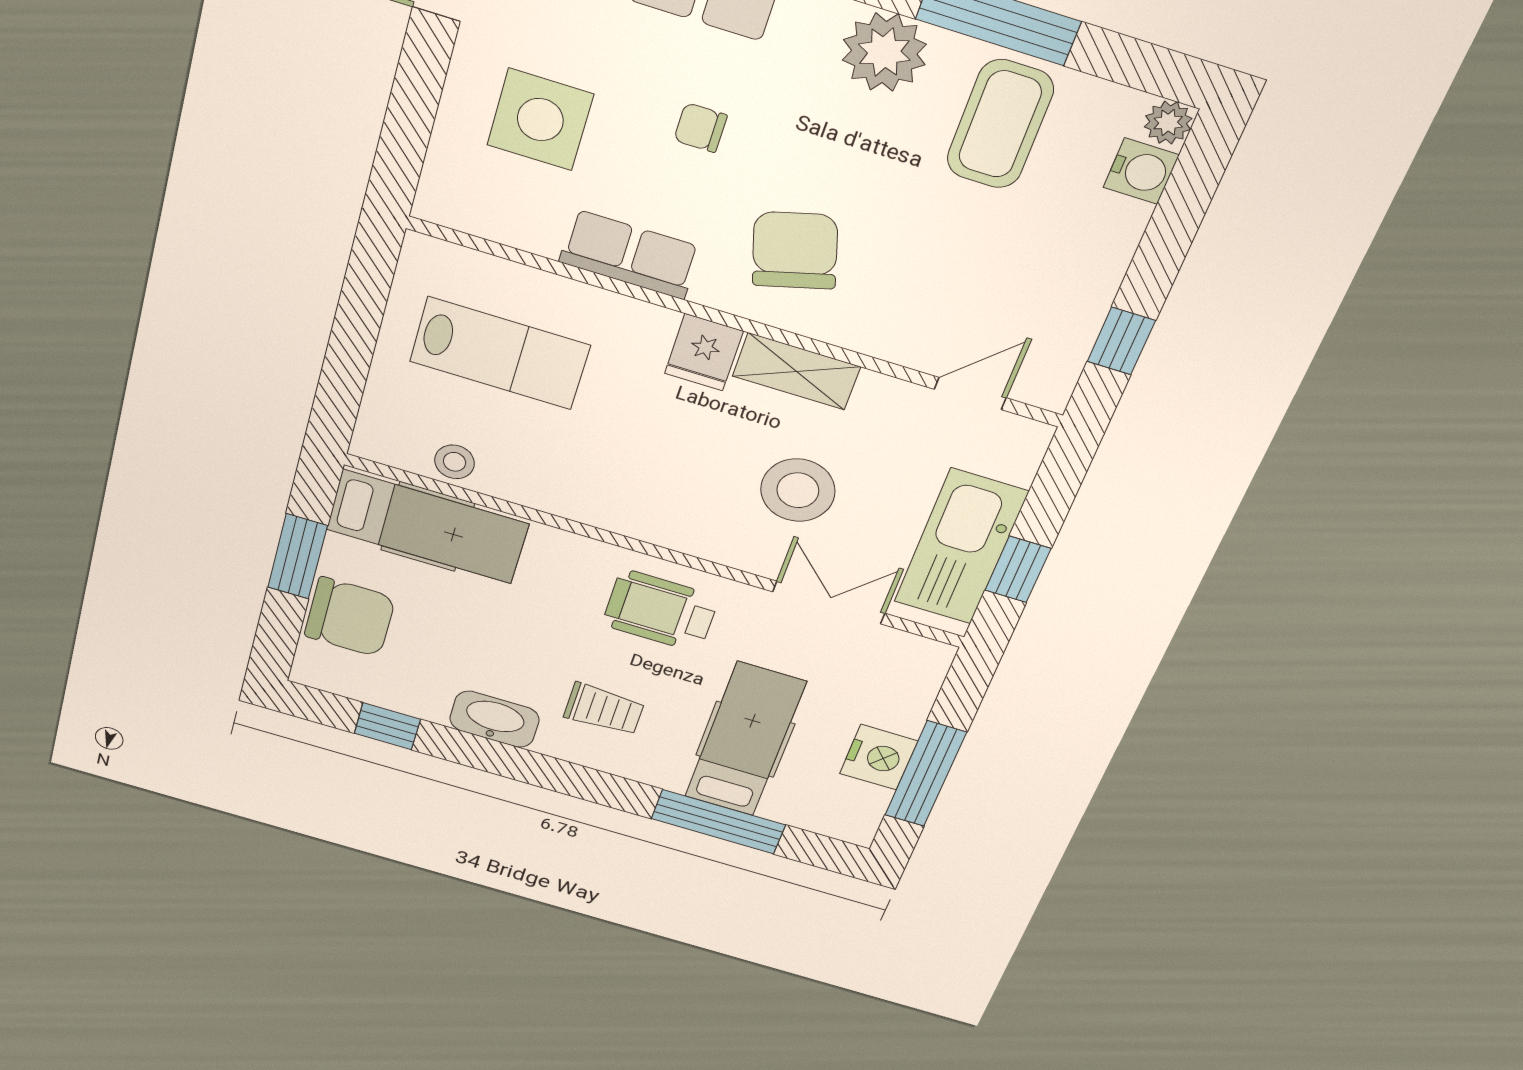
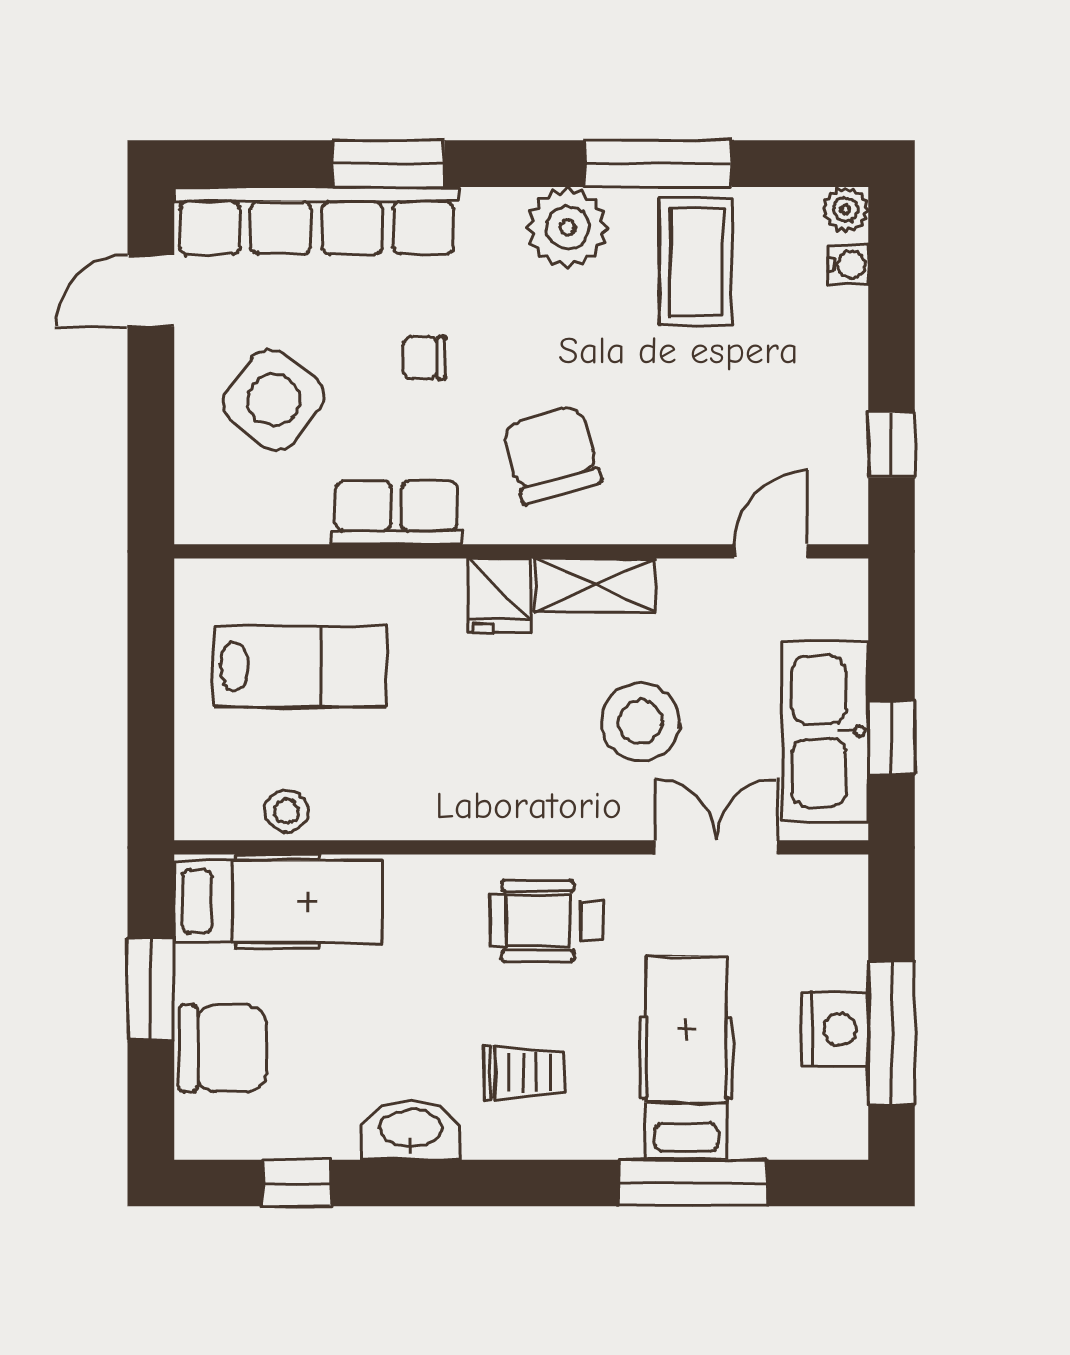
side table: (540, 120) -> (274, 400), turned 38
water cooler: (1141, 171) -> (848, 265), width x0.72, depth x0.72

